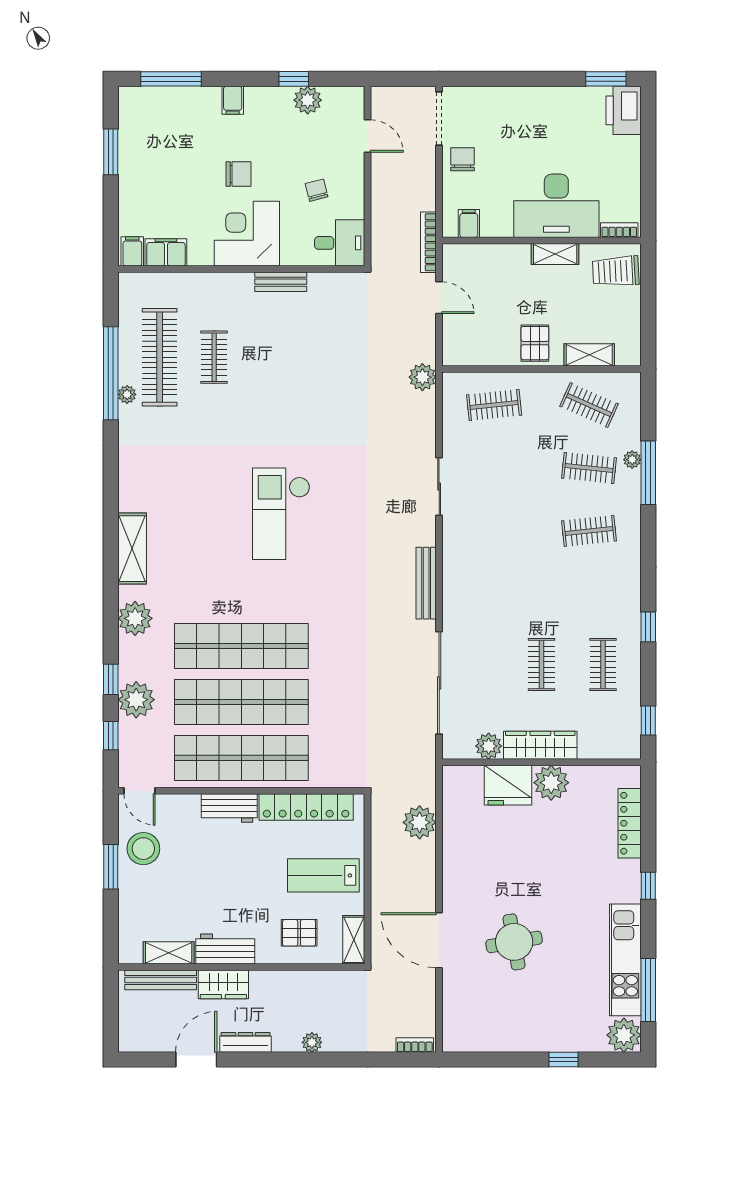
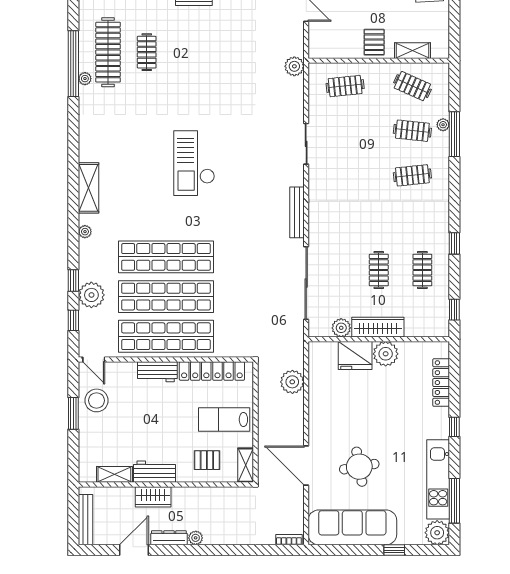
plant: (135, 618) -> (85, 232), width x0.53, depth x0.53
bench: (161, 980) -> (86, 520), moved, turned 90
sofa: (504, 1028) -> (352, 527), added
plant: (312, 1042) -> (196, 538), moved

